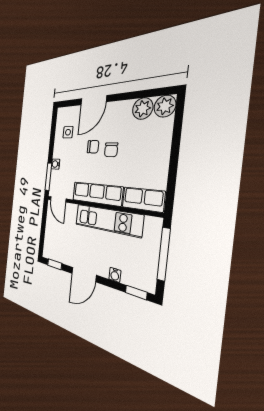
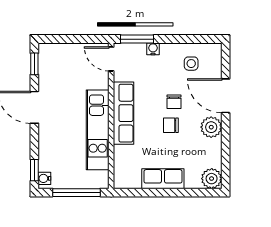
plant: (143, 109) -> (211, 127), moved
door: (58, 199) -> (111, 59), hinge flipped
row of seats: (143, 199) -> (163, 179), moved, turned -90
water cooler: (115, 275) -> (44, 178), moved

